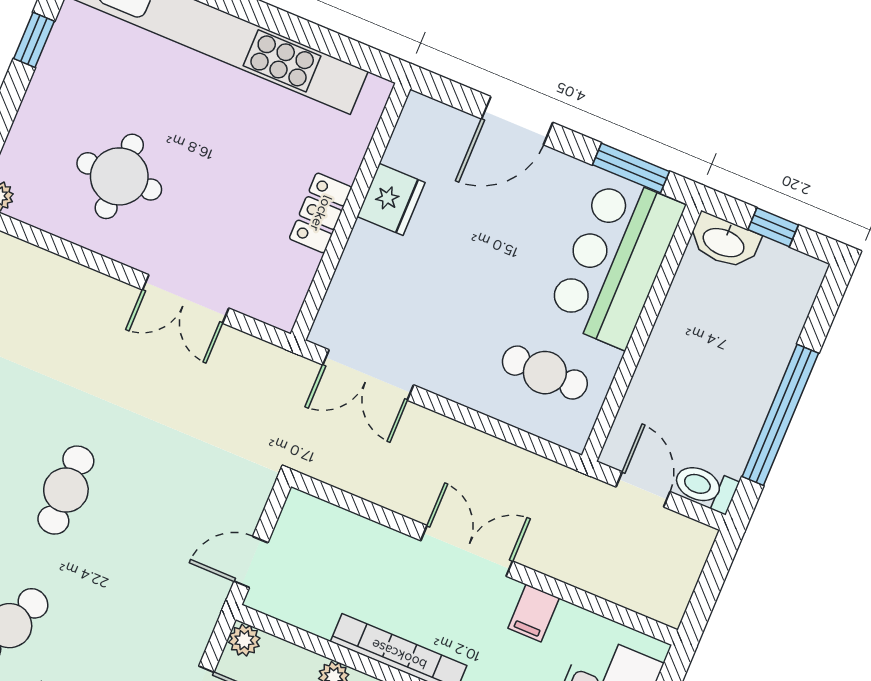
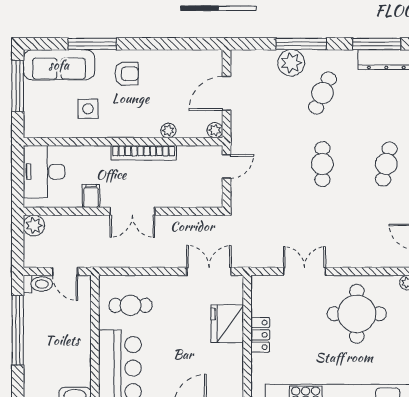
round table: (119, 176) -> (357, 314), width x1.36, depth x1.36
fridge: (391, 199) -> (227, 324), moved, width x1.36, depth x1.34
plant: (666, 602) -> (34, 226), added

